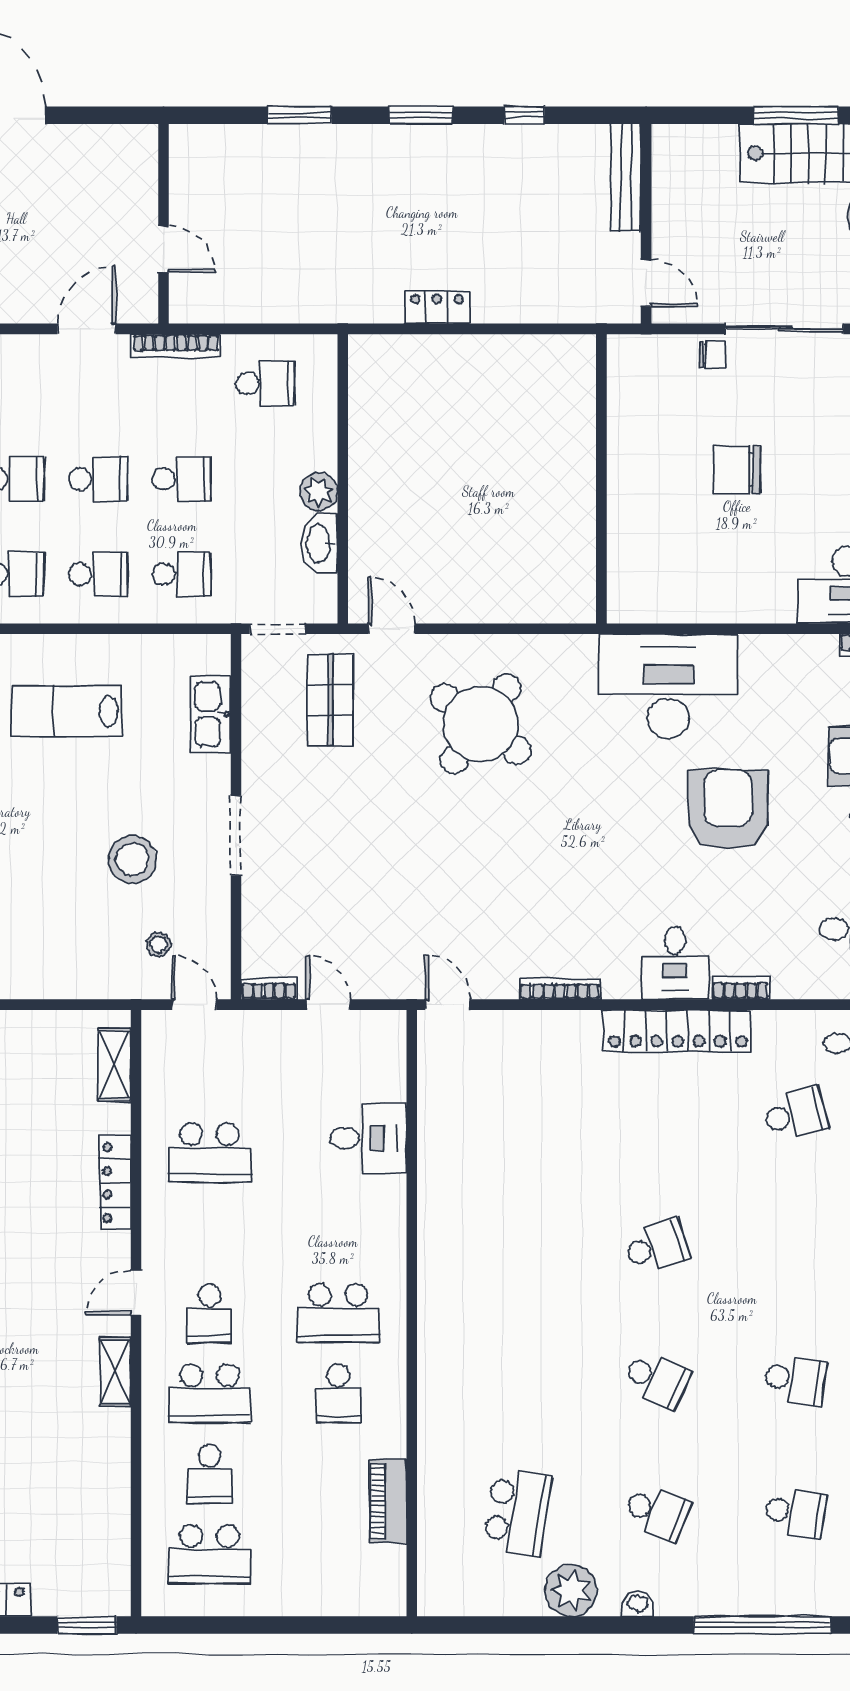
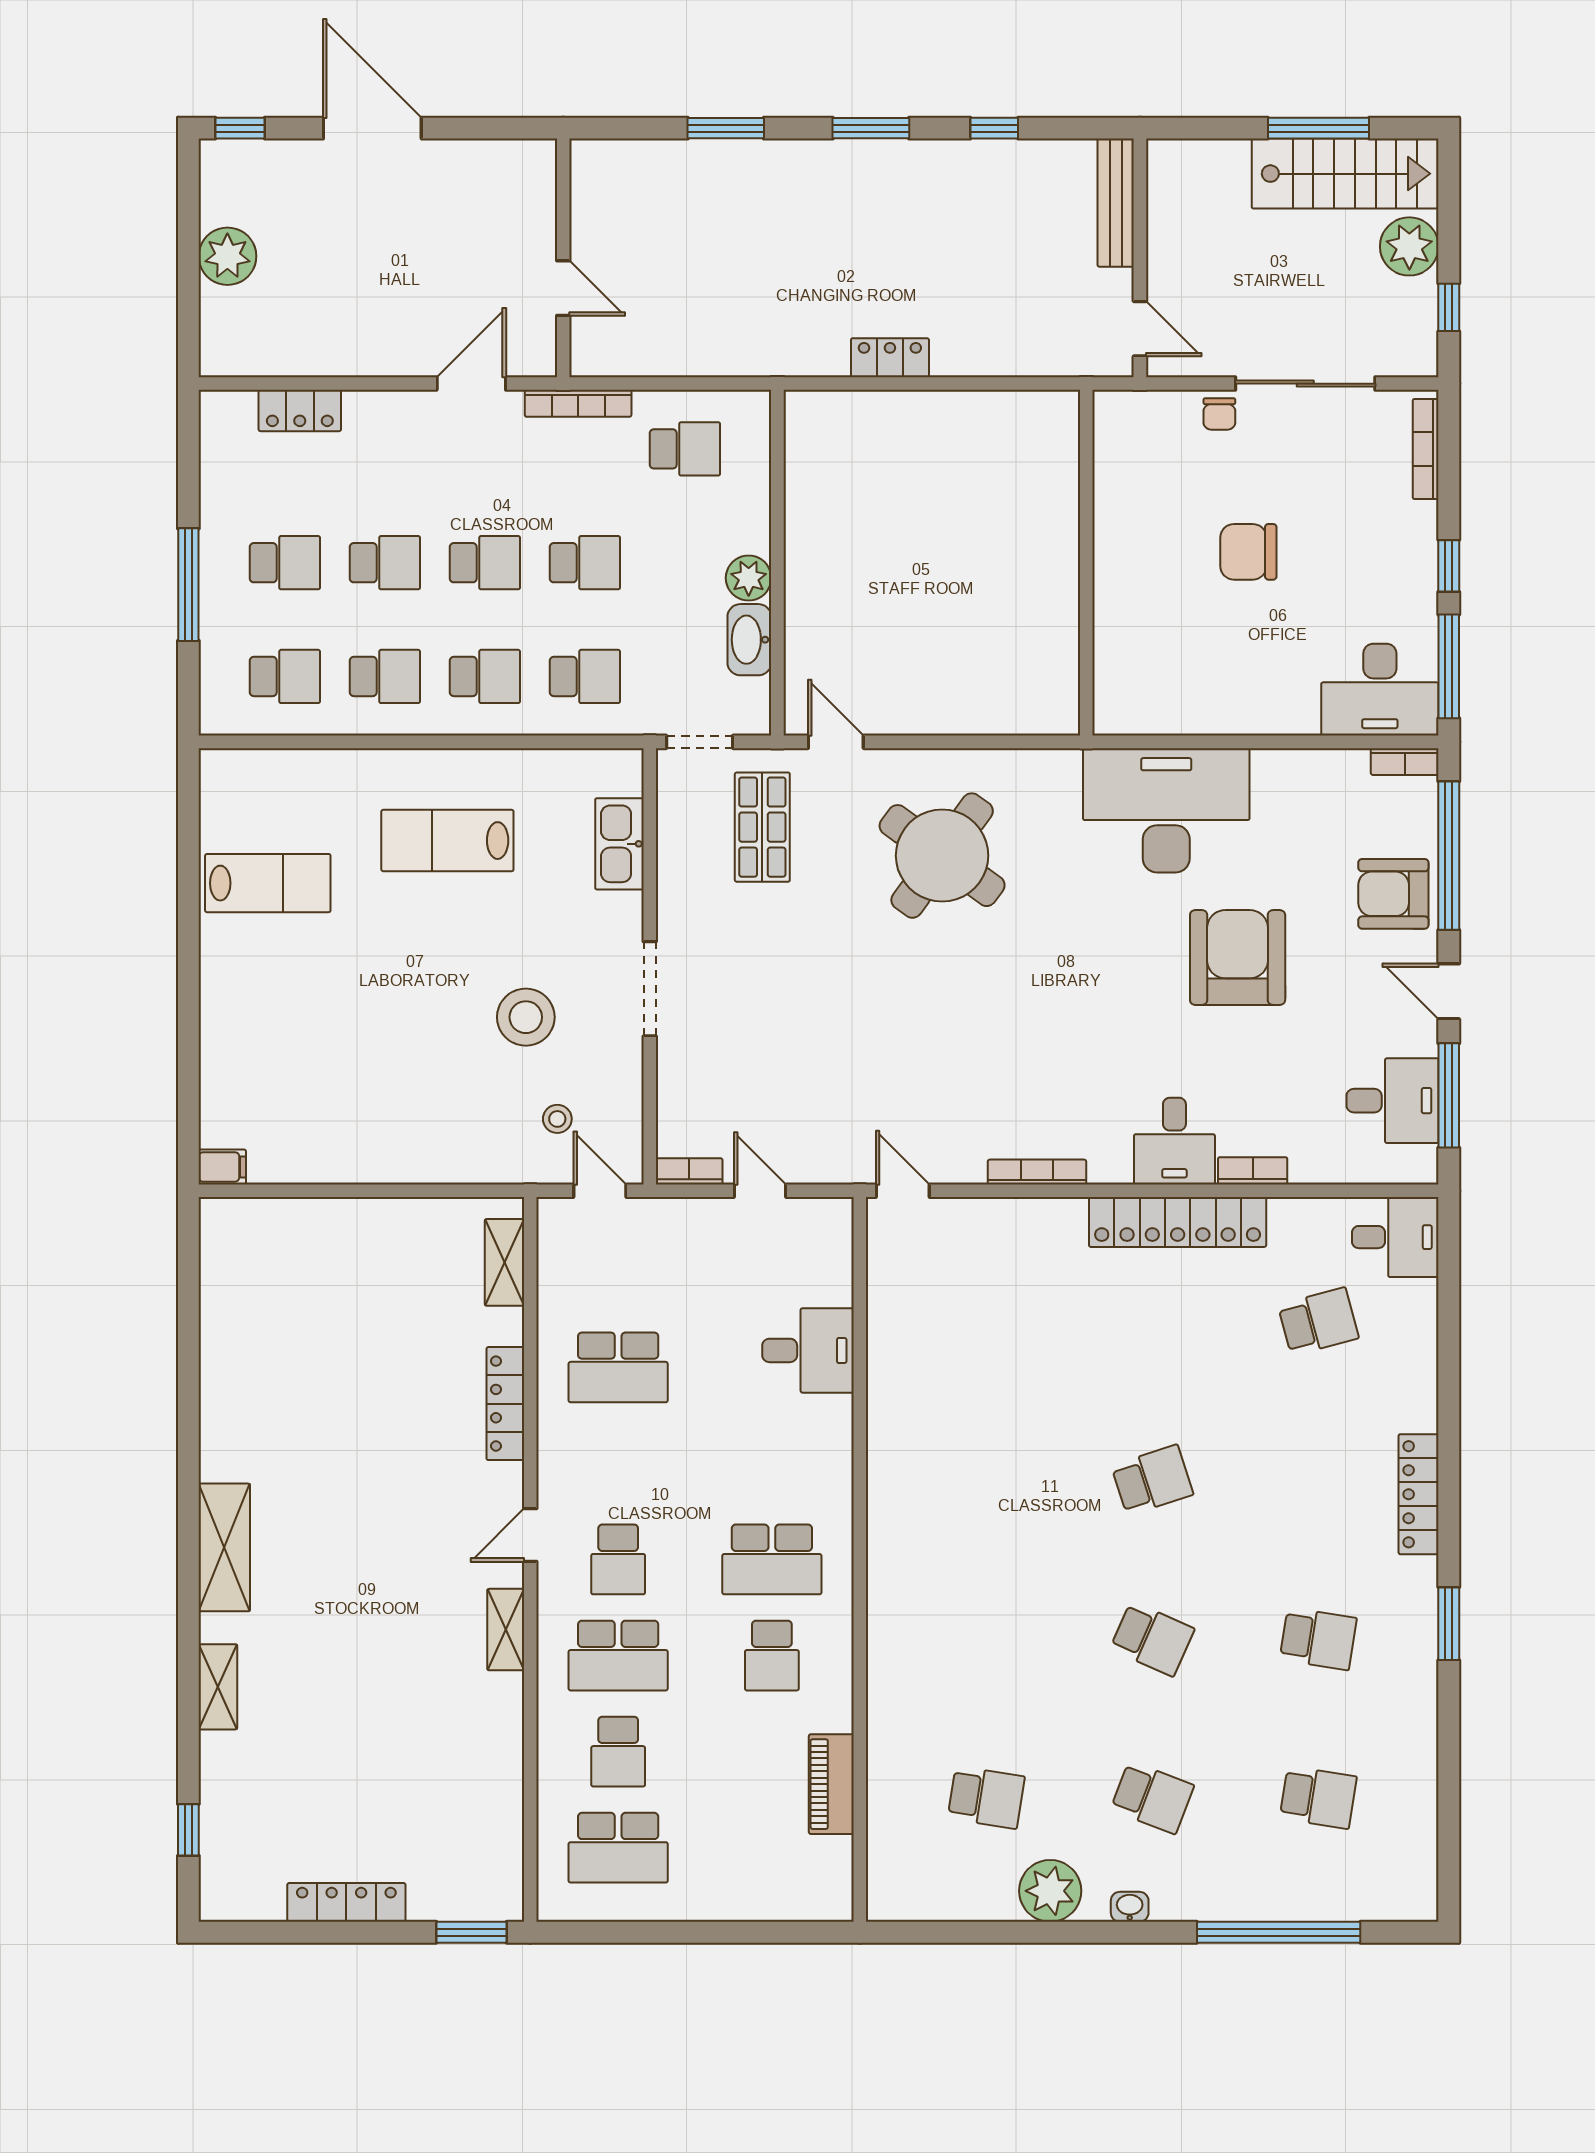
chair: (713, 354) -> (1219, 414), turned 90
school desk: (518, 1512) -> (986, 1797), width x0.54

